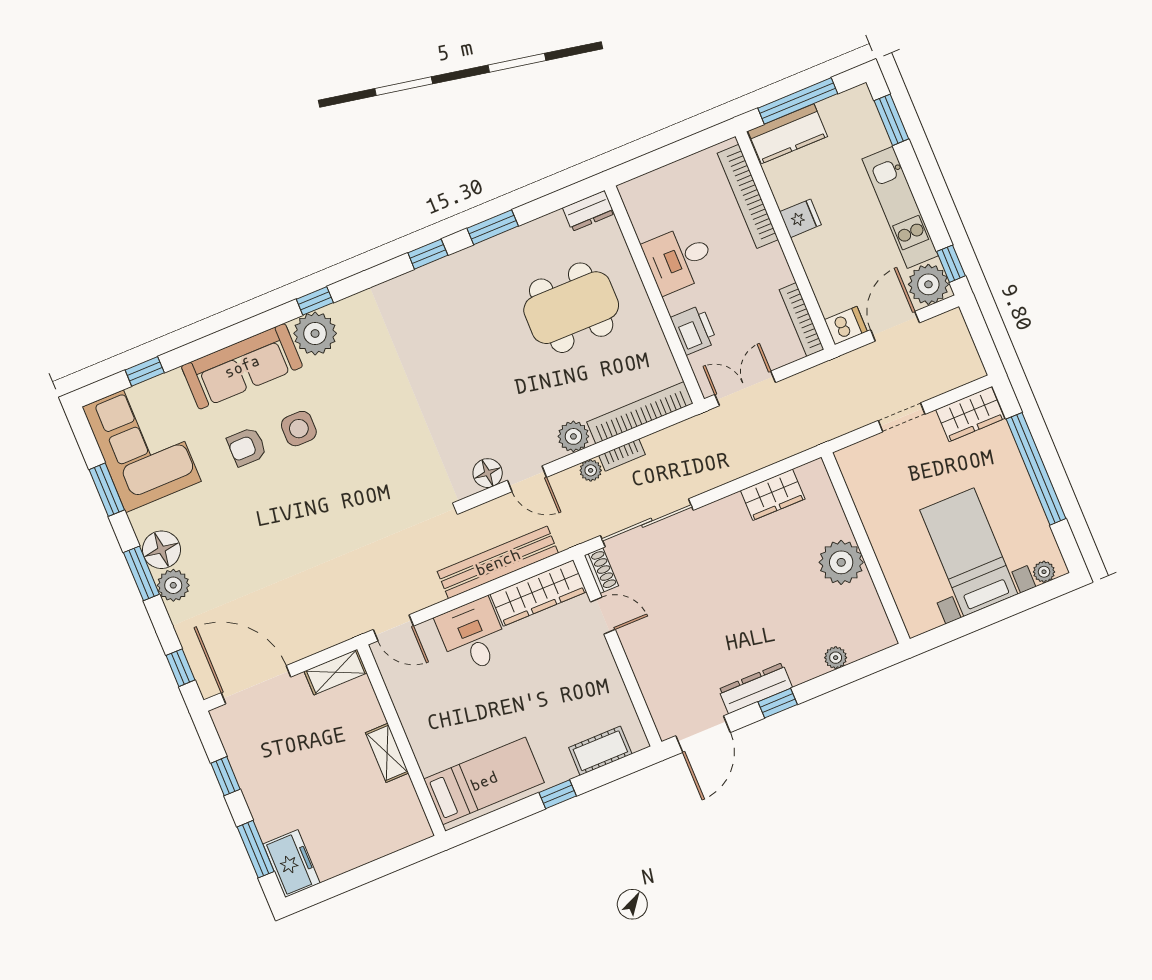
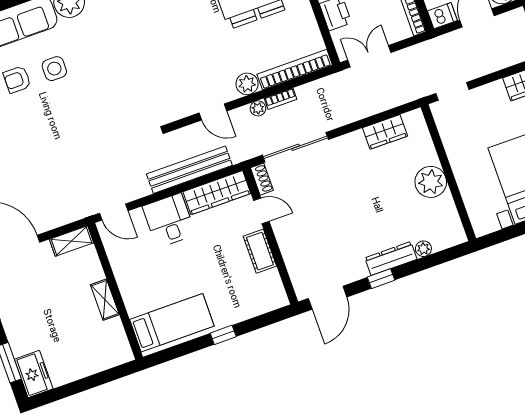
doorway: (902, 417) -> (452, 91), moved
floor lamp: (488, 473) -> (185, 107), removed
dresser: (756, 688) -> (391, 258), moved
cot: (600, 751) -> (260, 251), moved, turned 90

